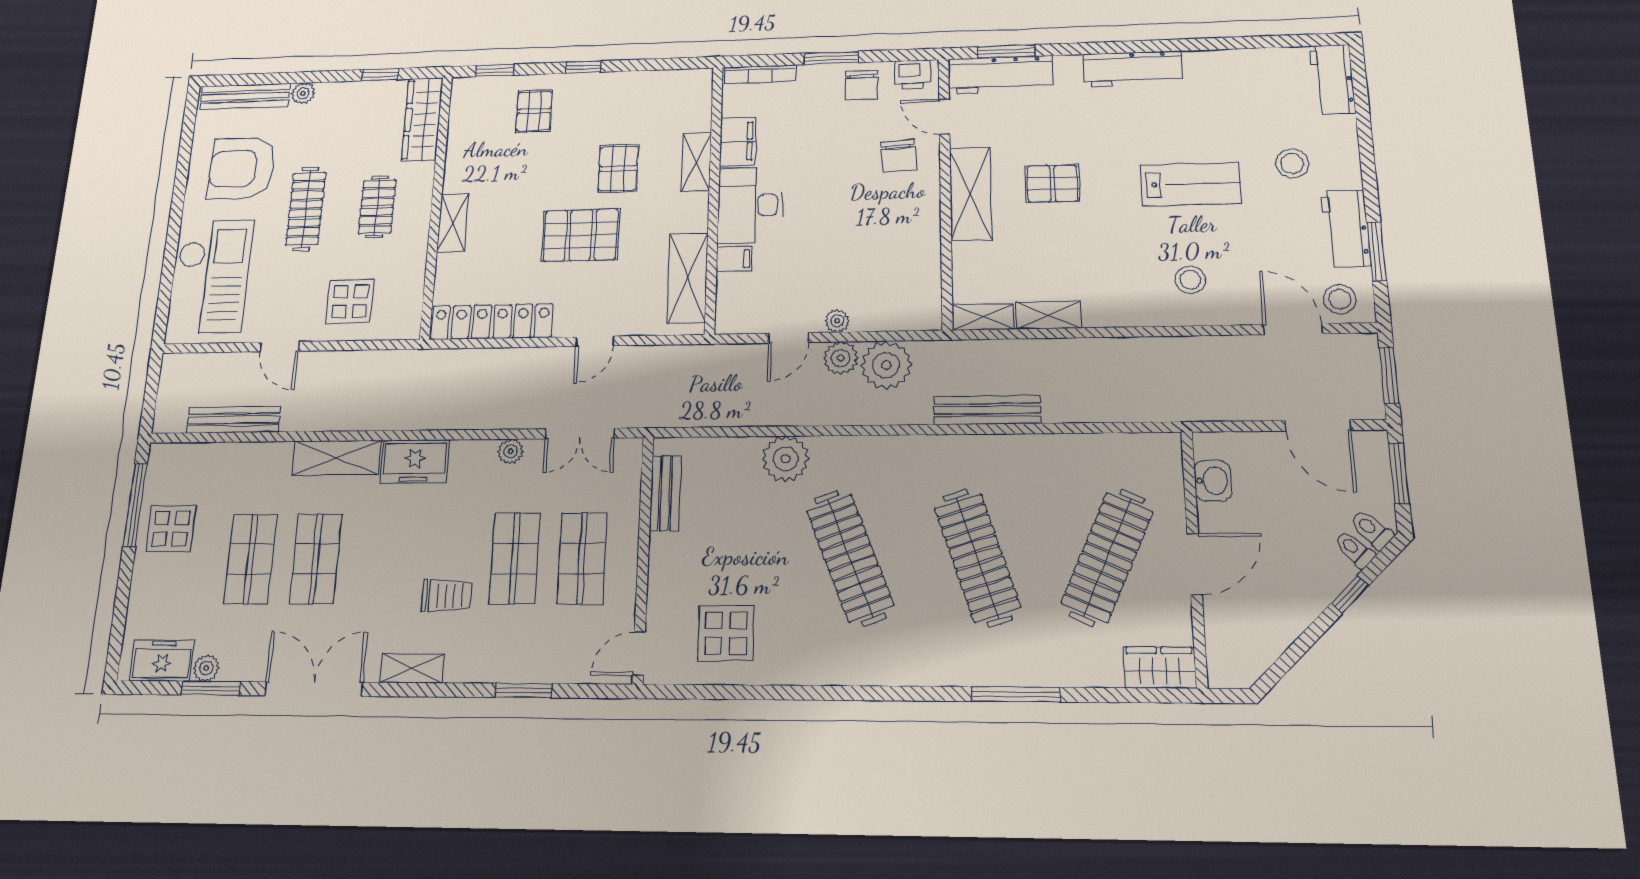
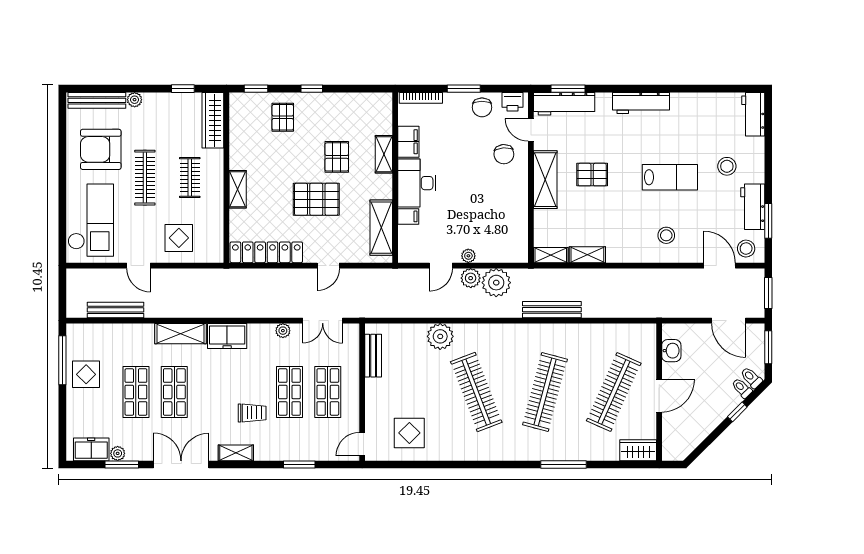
clothes rail: (977, 557) -> (545, 392), turned 33

